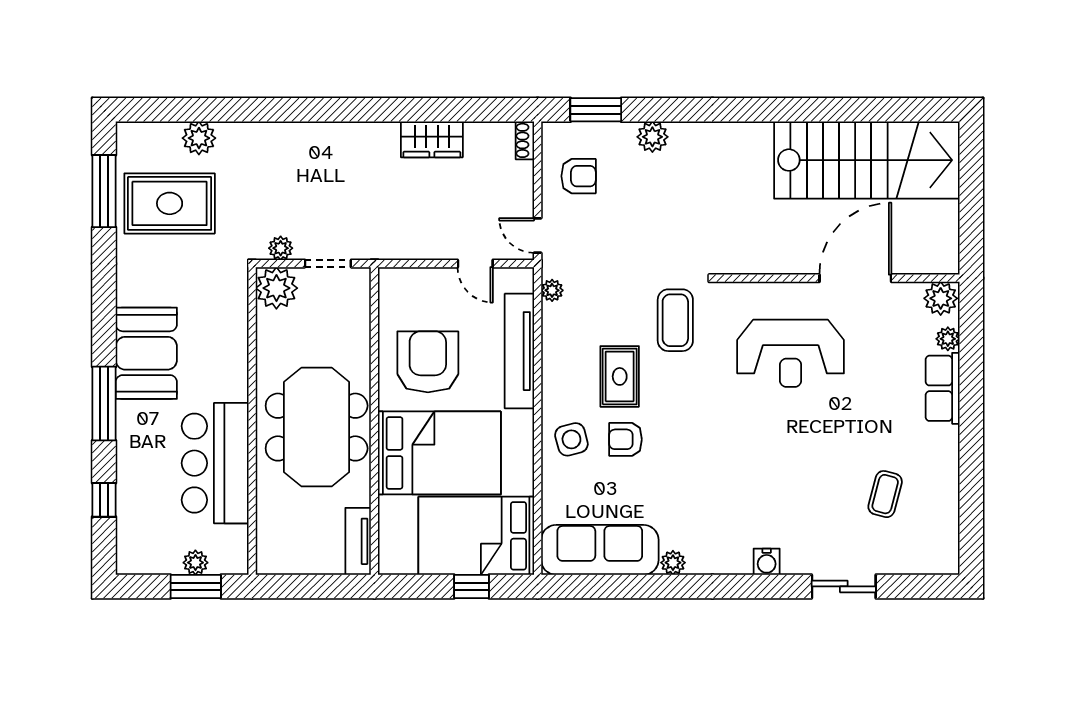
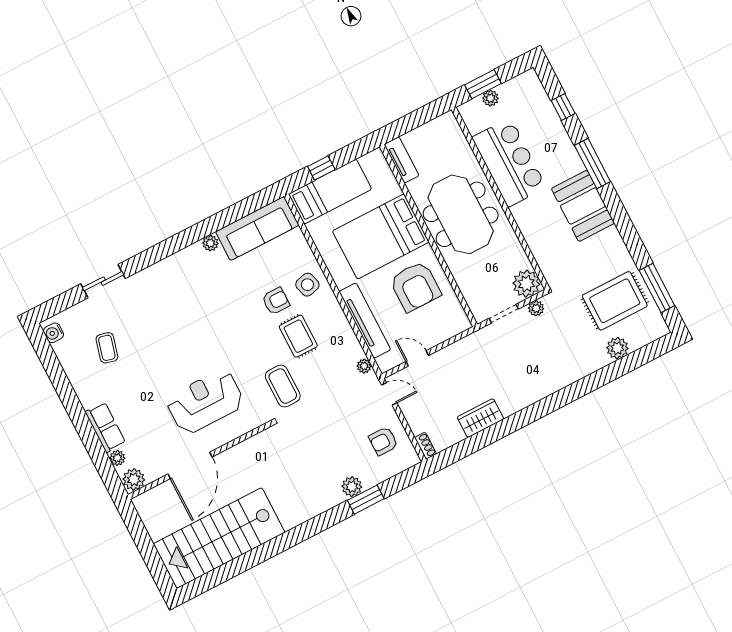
window: (596, 110) -> (366, 500), moved
bed: (476, 536) -> (330, 192), width x0.67
water cooler: (767, 562) -> (53, 333), moved, turned -90

